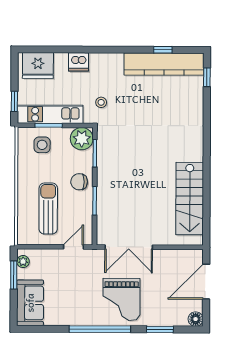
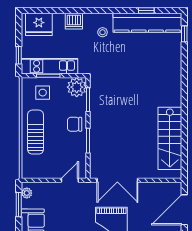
stool: (101, 102) -> (103, 32), moved
sun lounger: (48, 208) -> (35, 132), moved

